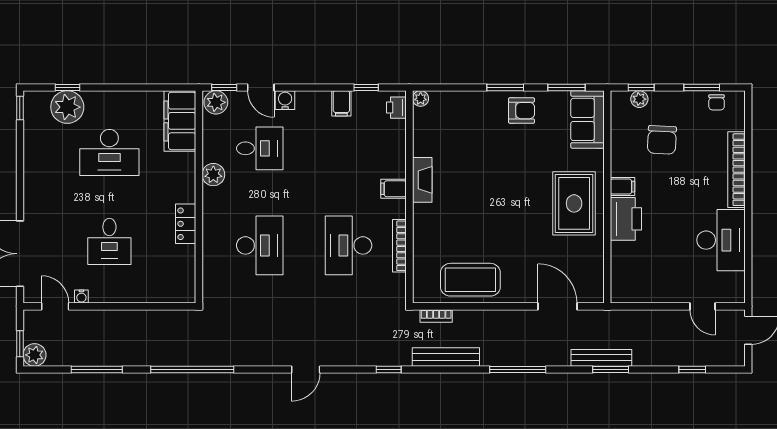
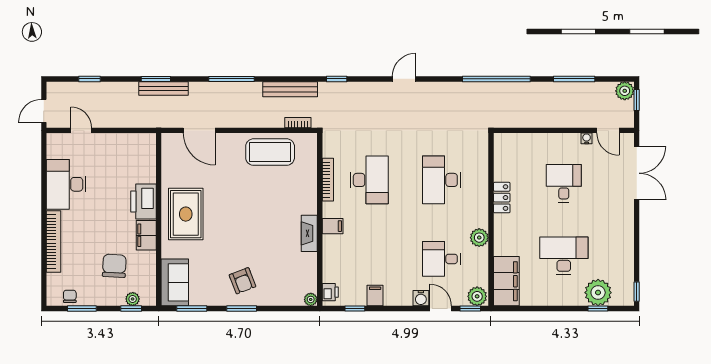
armchair: (522, 111) -> (242, 281), moved, turned -111
filing cabinet: (623, 187) -> (146, 235), width x2.00

